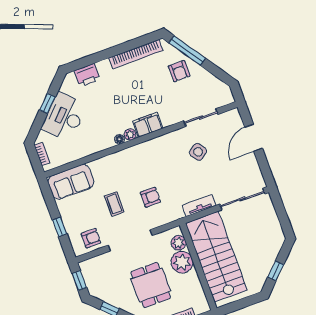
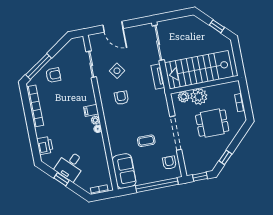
desk: (64, 117) -> (70, 166), width x0.73
filing cabinet: (148, 125) -> (91, 110), width x0.50
armchair: (150, 197) -> (121, 98), moved
window: (60, 227) -> (157, 185), width x3.17

